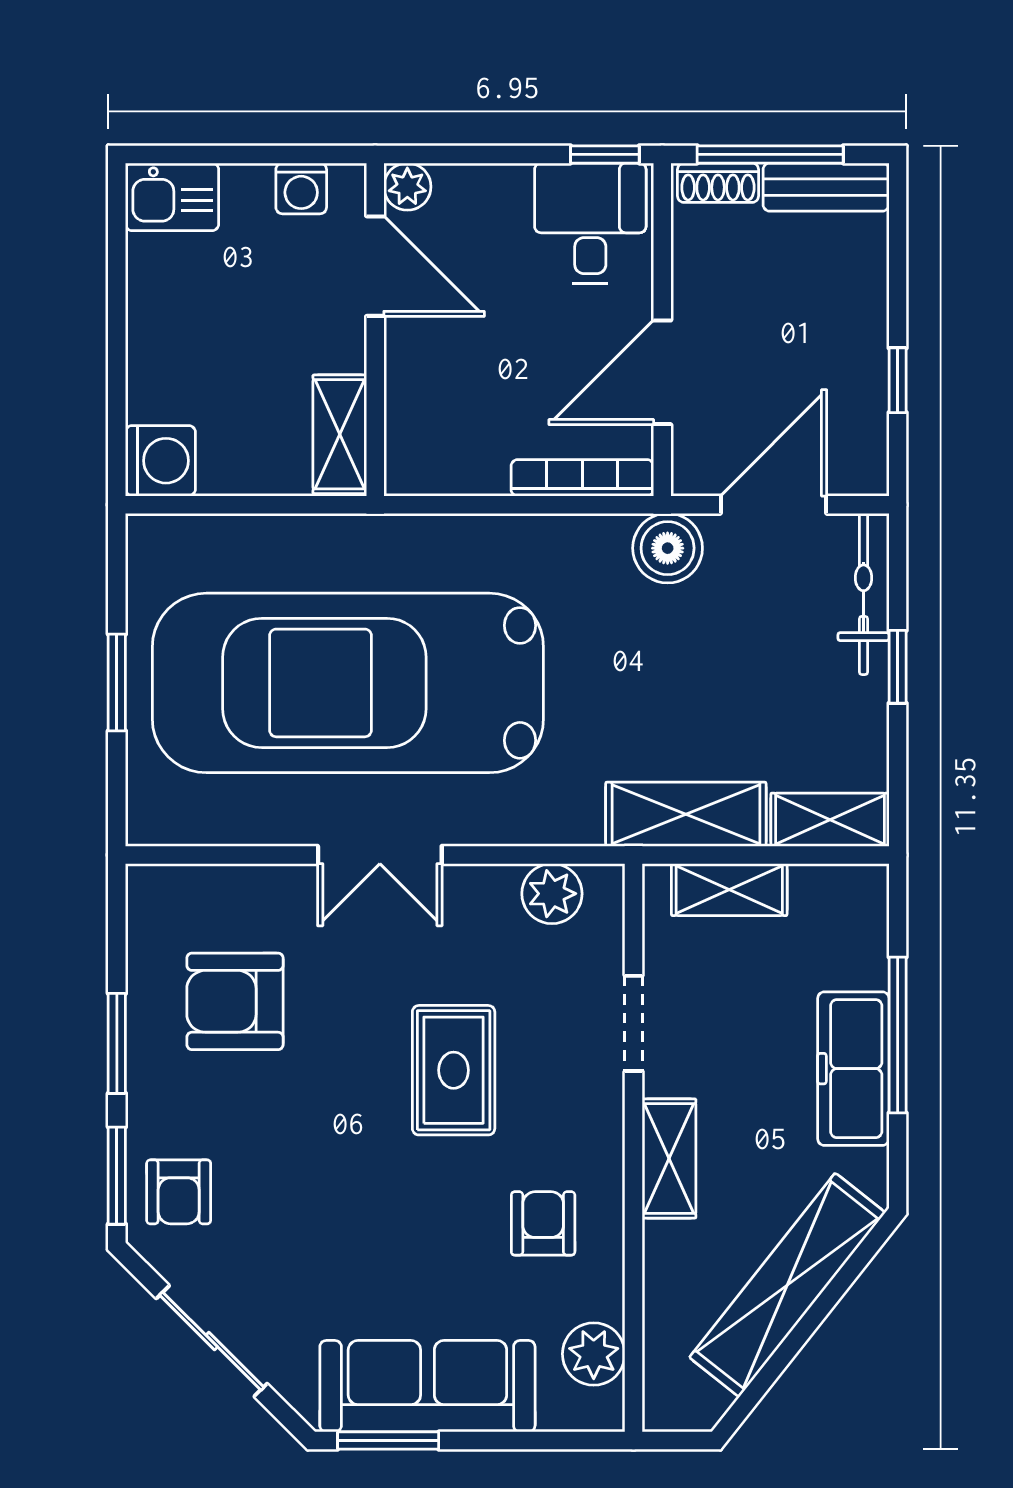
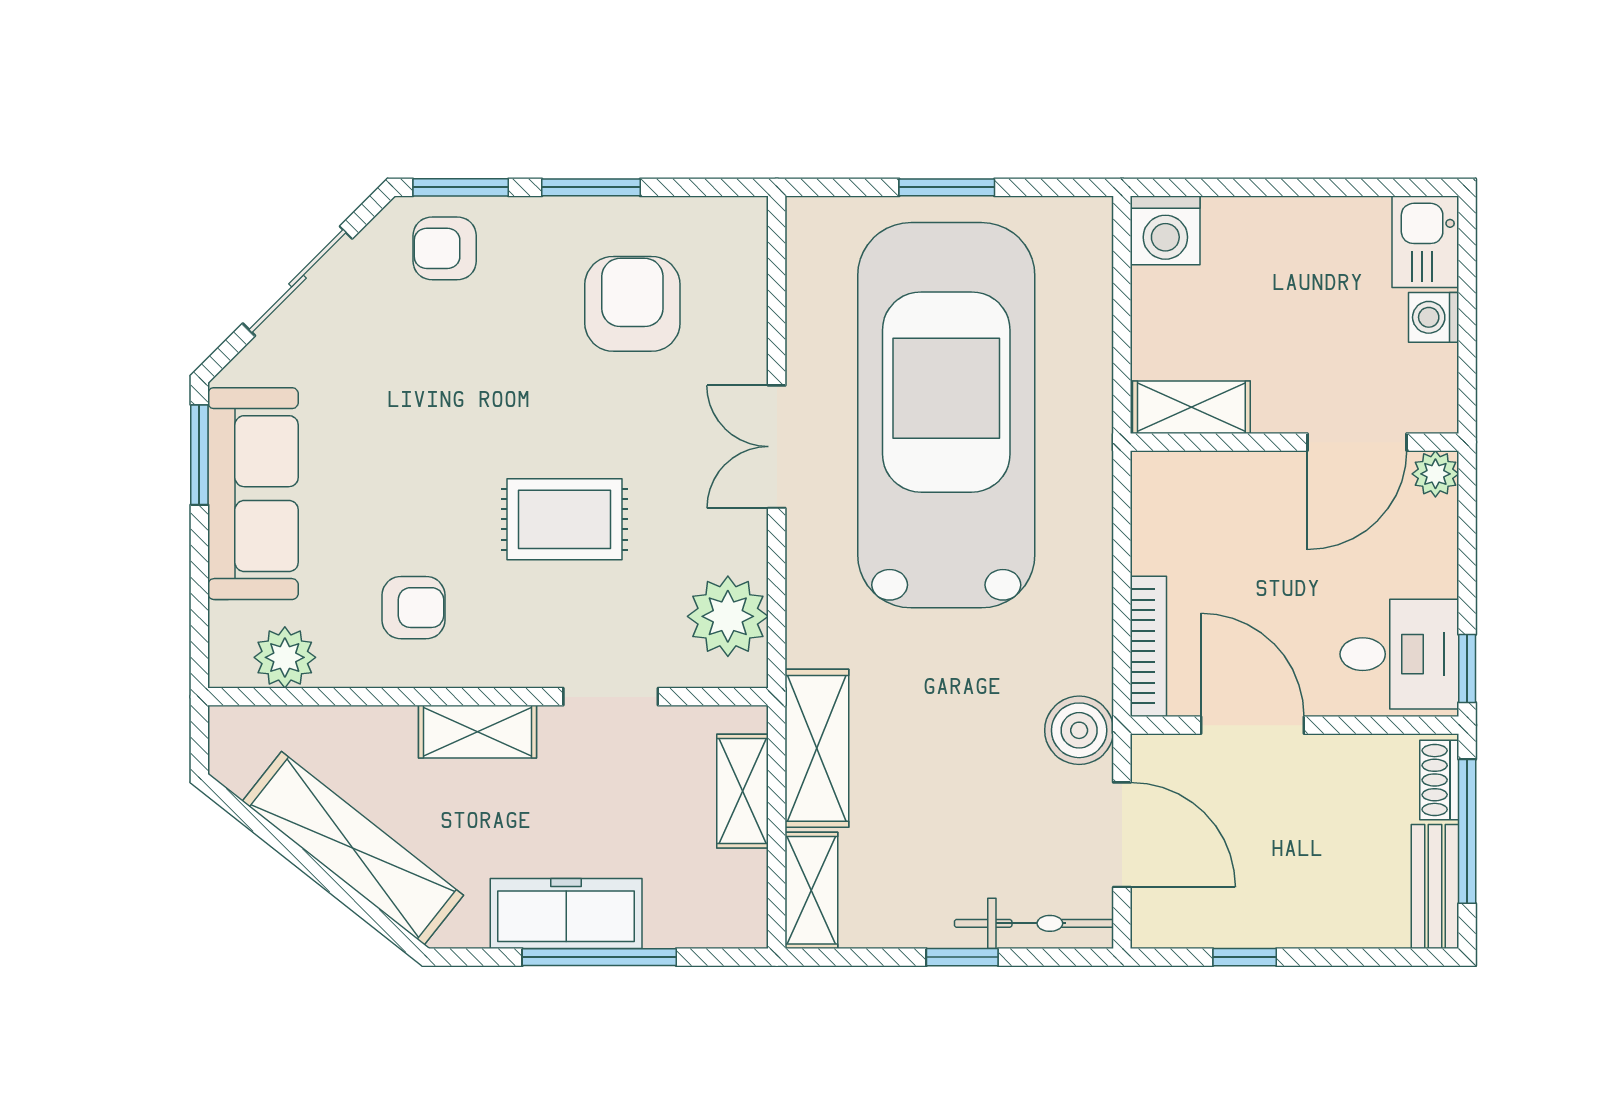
washing machine: (301, 188) -> (1434, 317), moved
plant: (552, 894) -> (728, 616), width x1.36, depth x1.36

